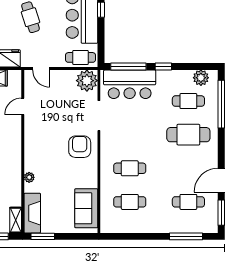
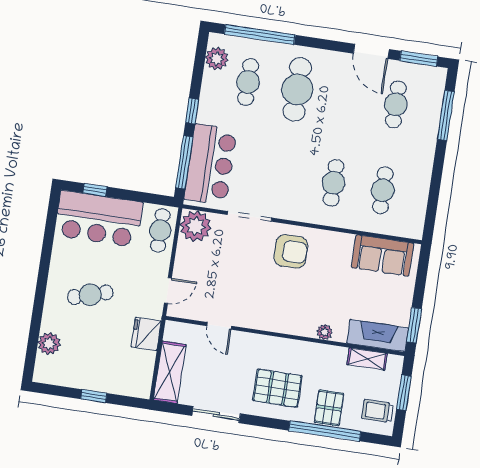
armchair: (80, 147) -> (291, 251), turned 180
shelving: (16, 220) -> (367, 359), moved

